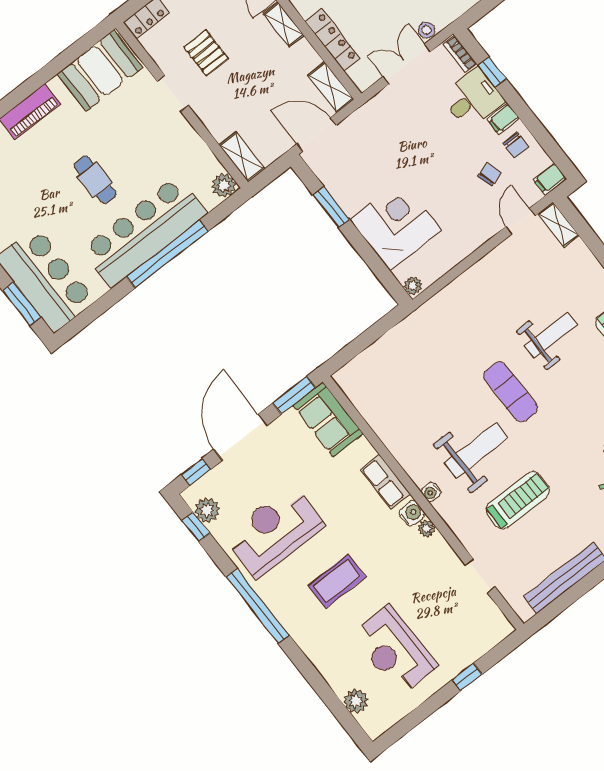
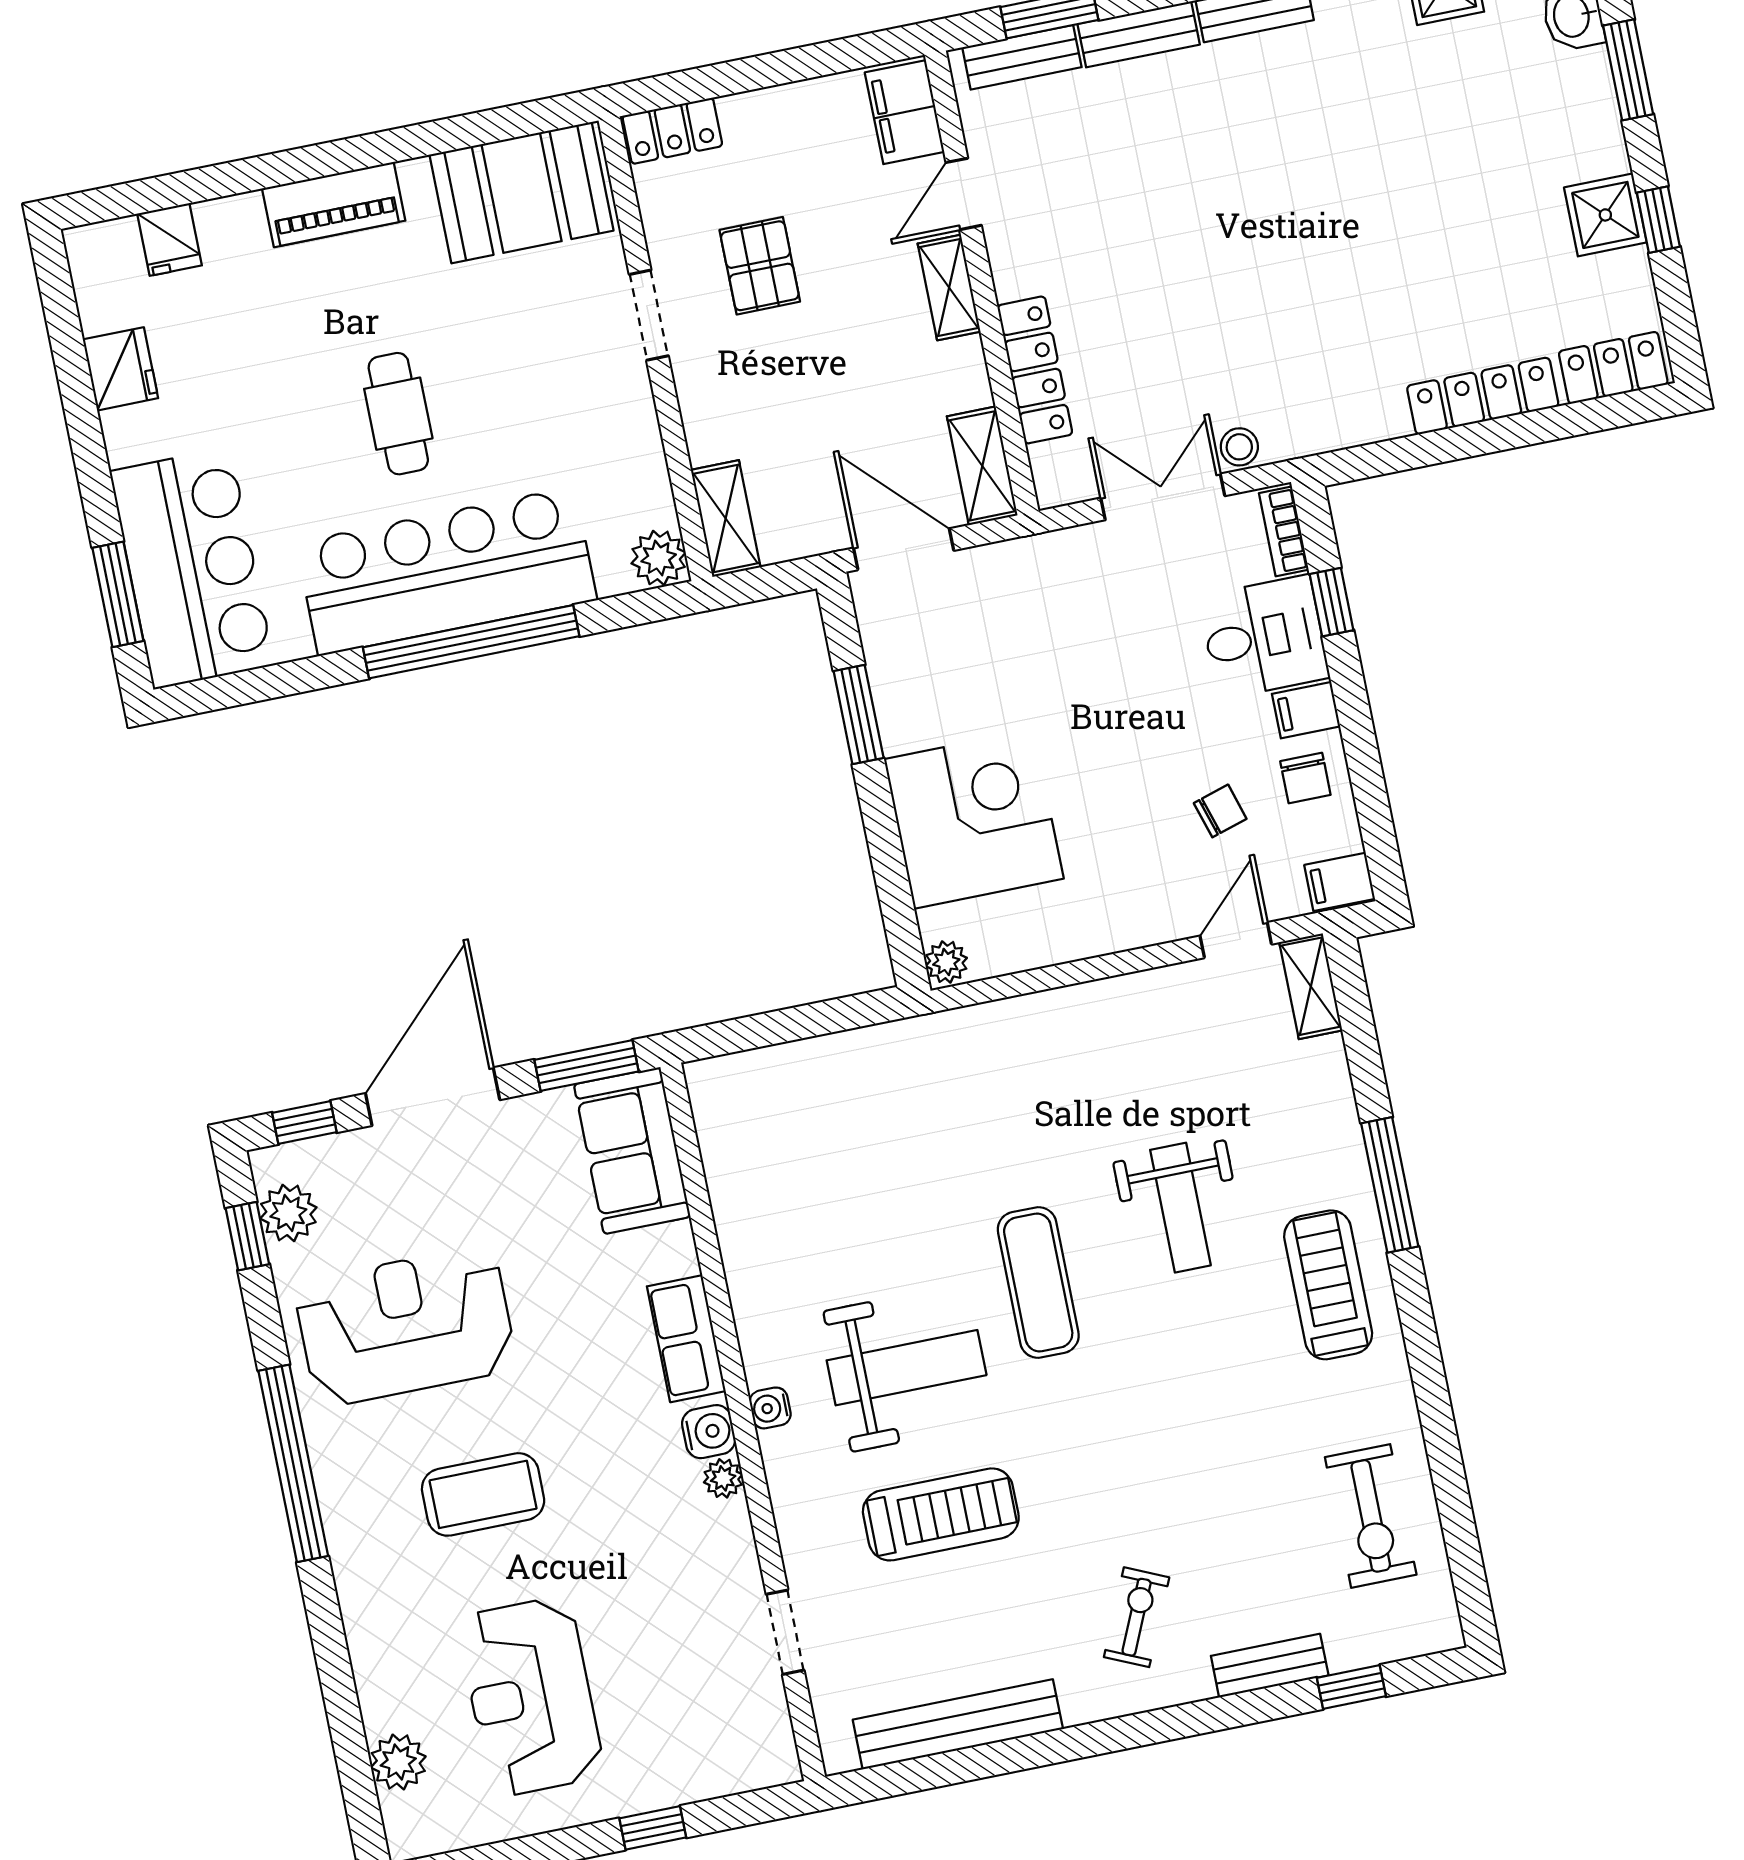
weight bench: (551, 335) -> (1180, 1208), turned 90

